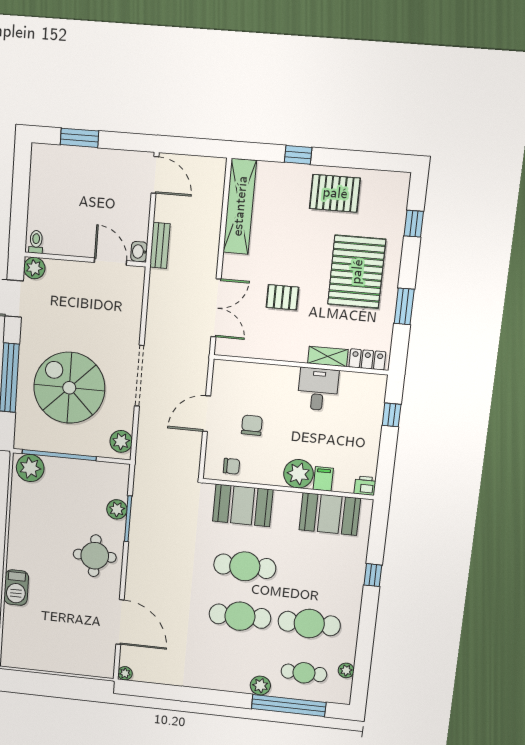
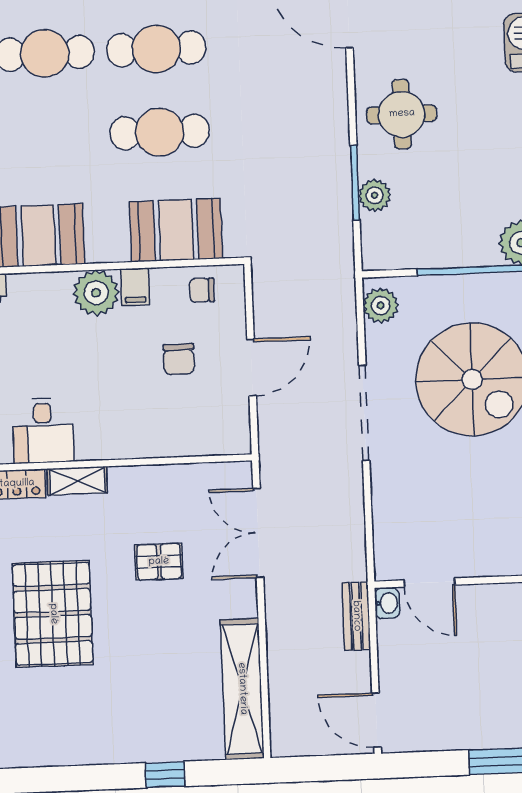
pallet: (335, 193) -> (102, 725), removed
desk: (318, 389) -> (43, 430), moved
filing cabinet: (323, 479) -> (135, 287), moved

